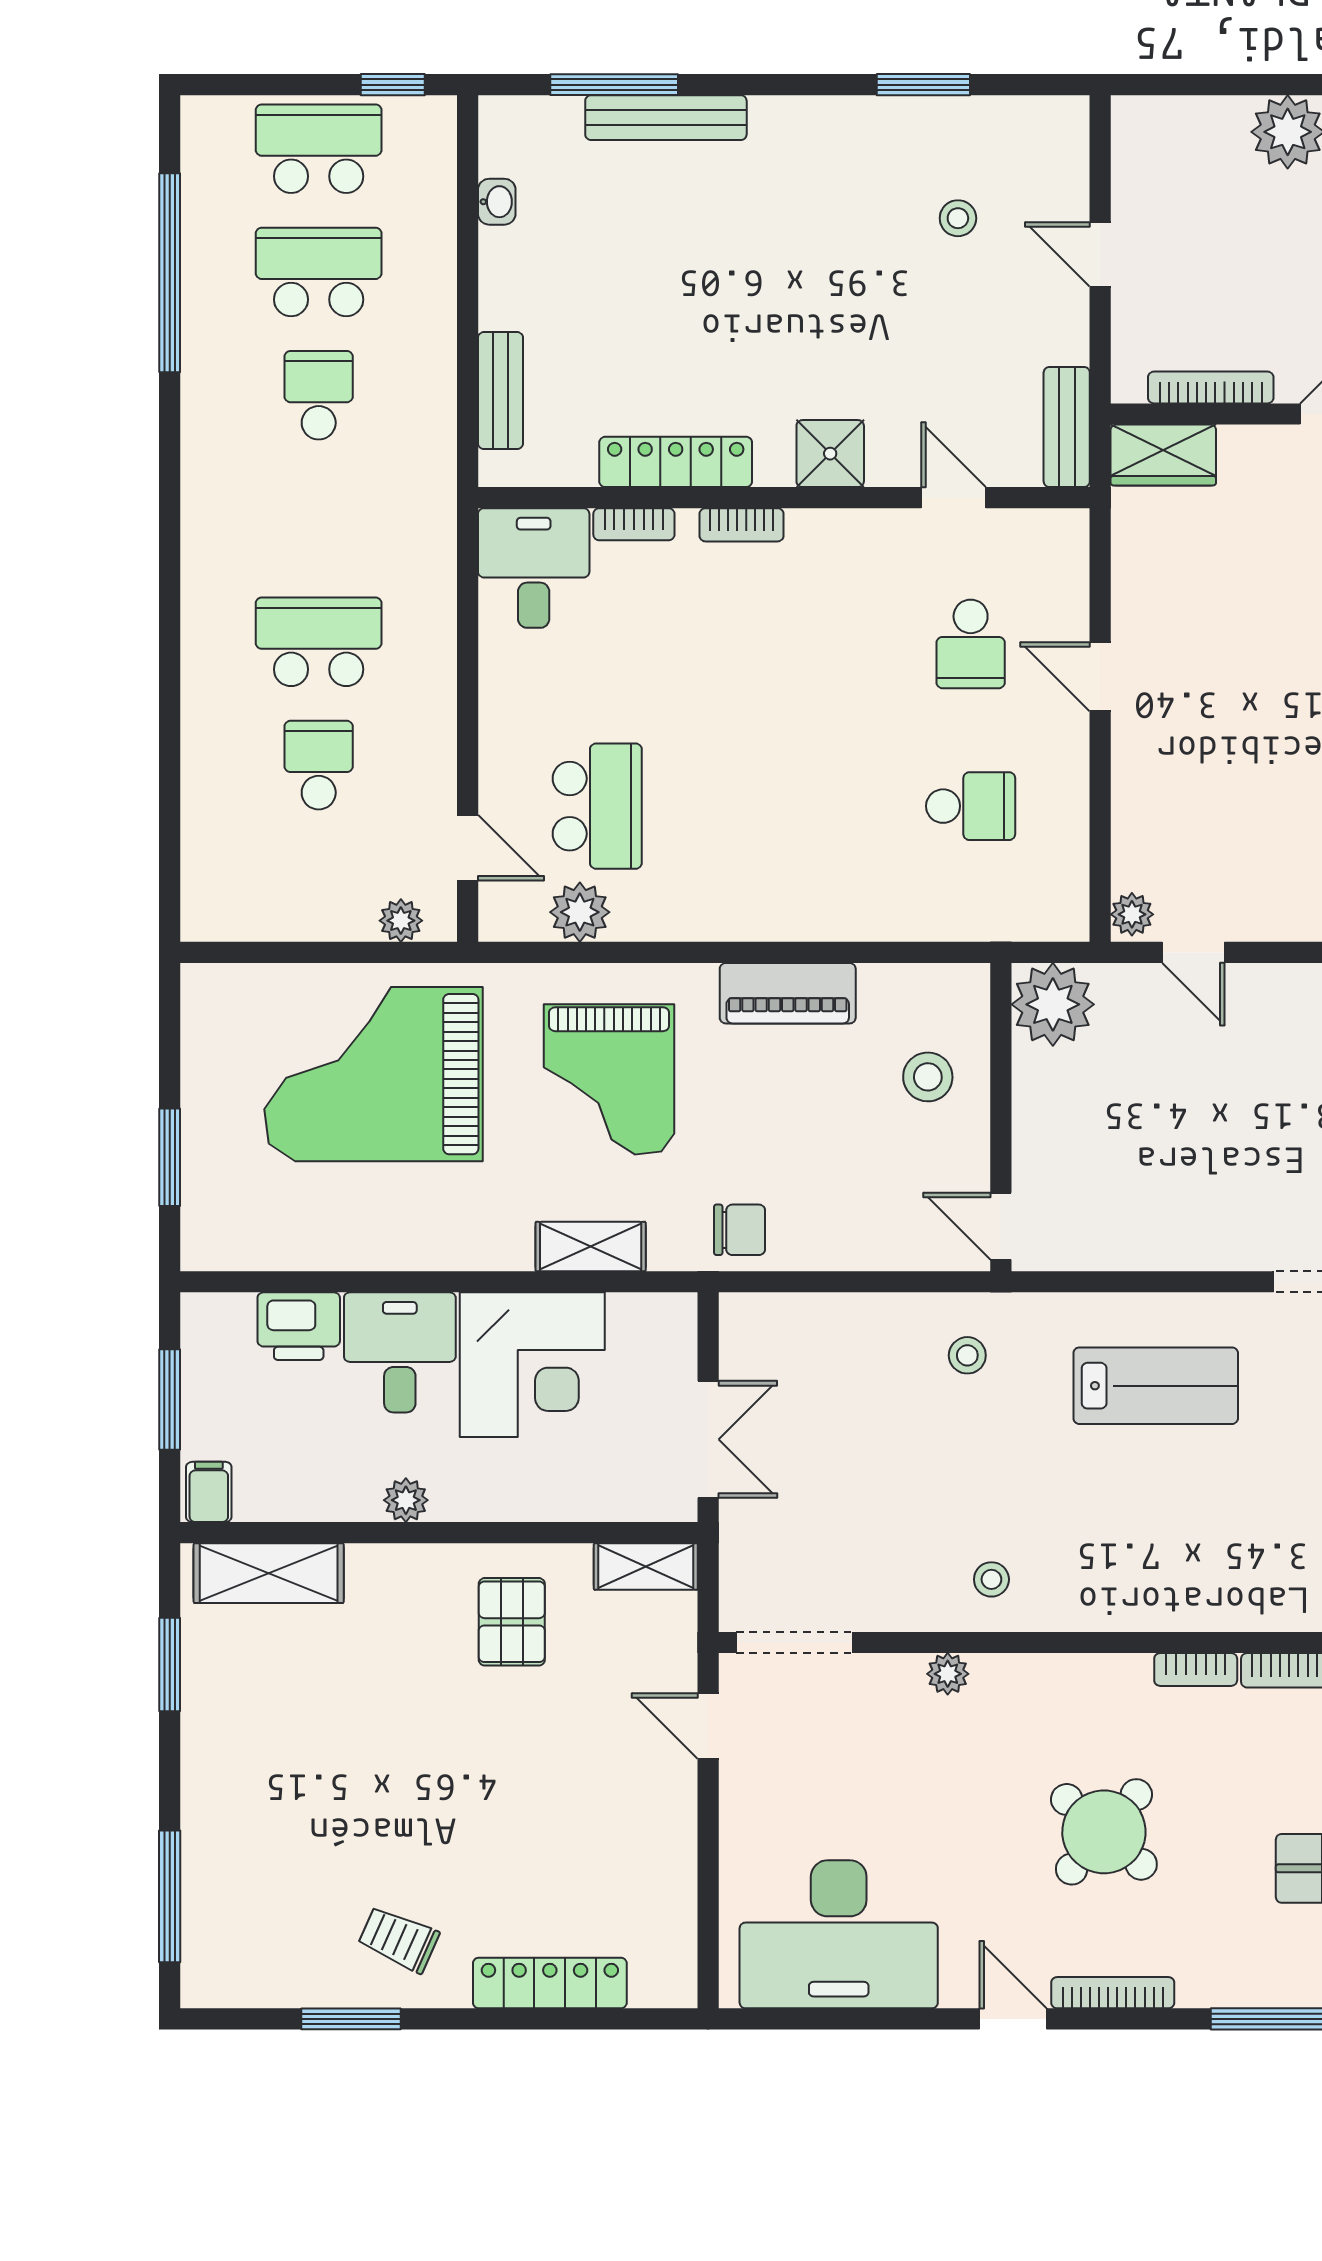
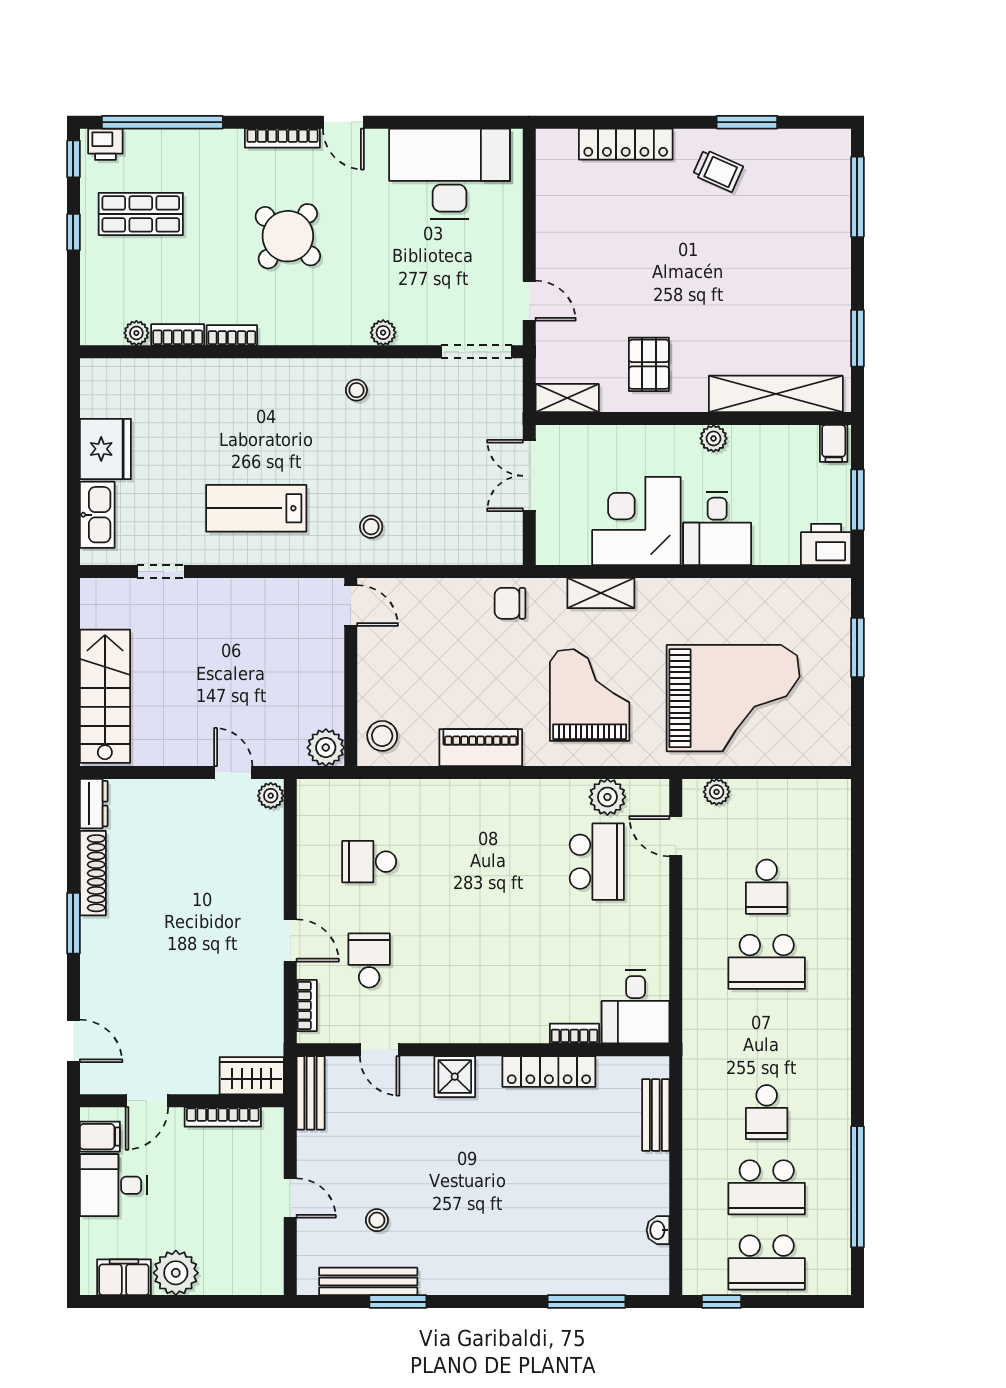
bench: (666, 118) -> (368, 1281), moved
bookcase: (742, 525) -> (307, 1005), moved, turned 90
school desk: (597, 806) -> (597, 862), turned 180
plant: (1053, 1004) -> (326, 748), width x0.73, depth x0.73
stool: (928, 1077) -> (382, 736), moved
printer: (299, 1326) -> (826, 545), moved
shelving: (269, 1573) -> (776, 394), width x1.47

